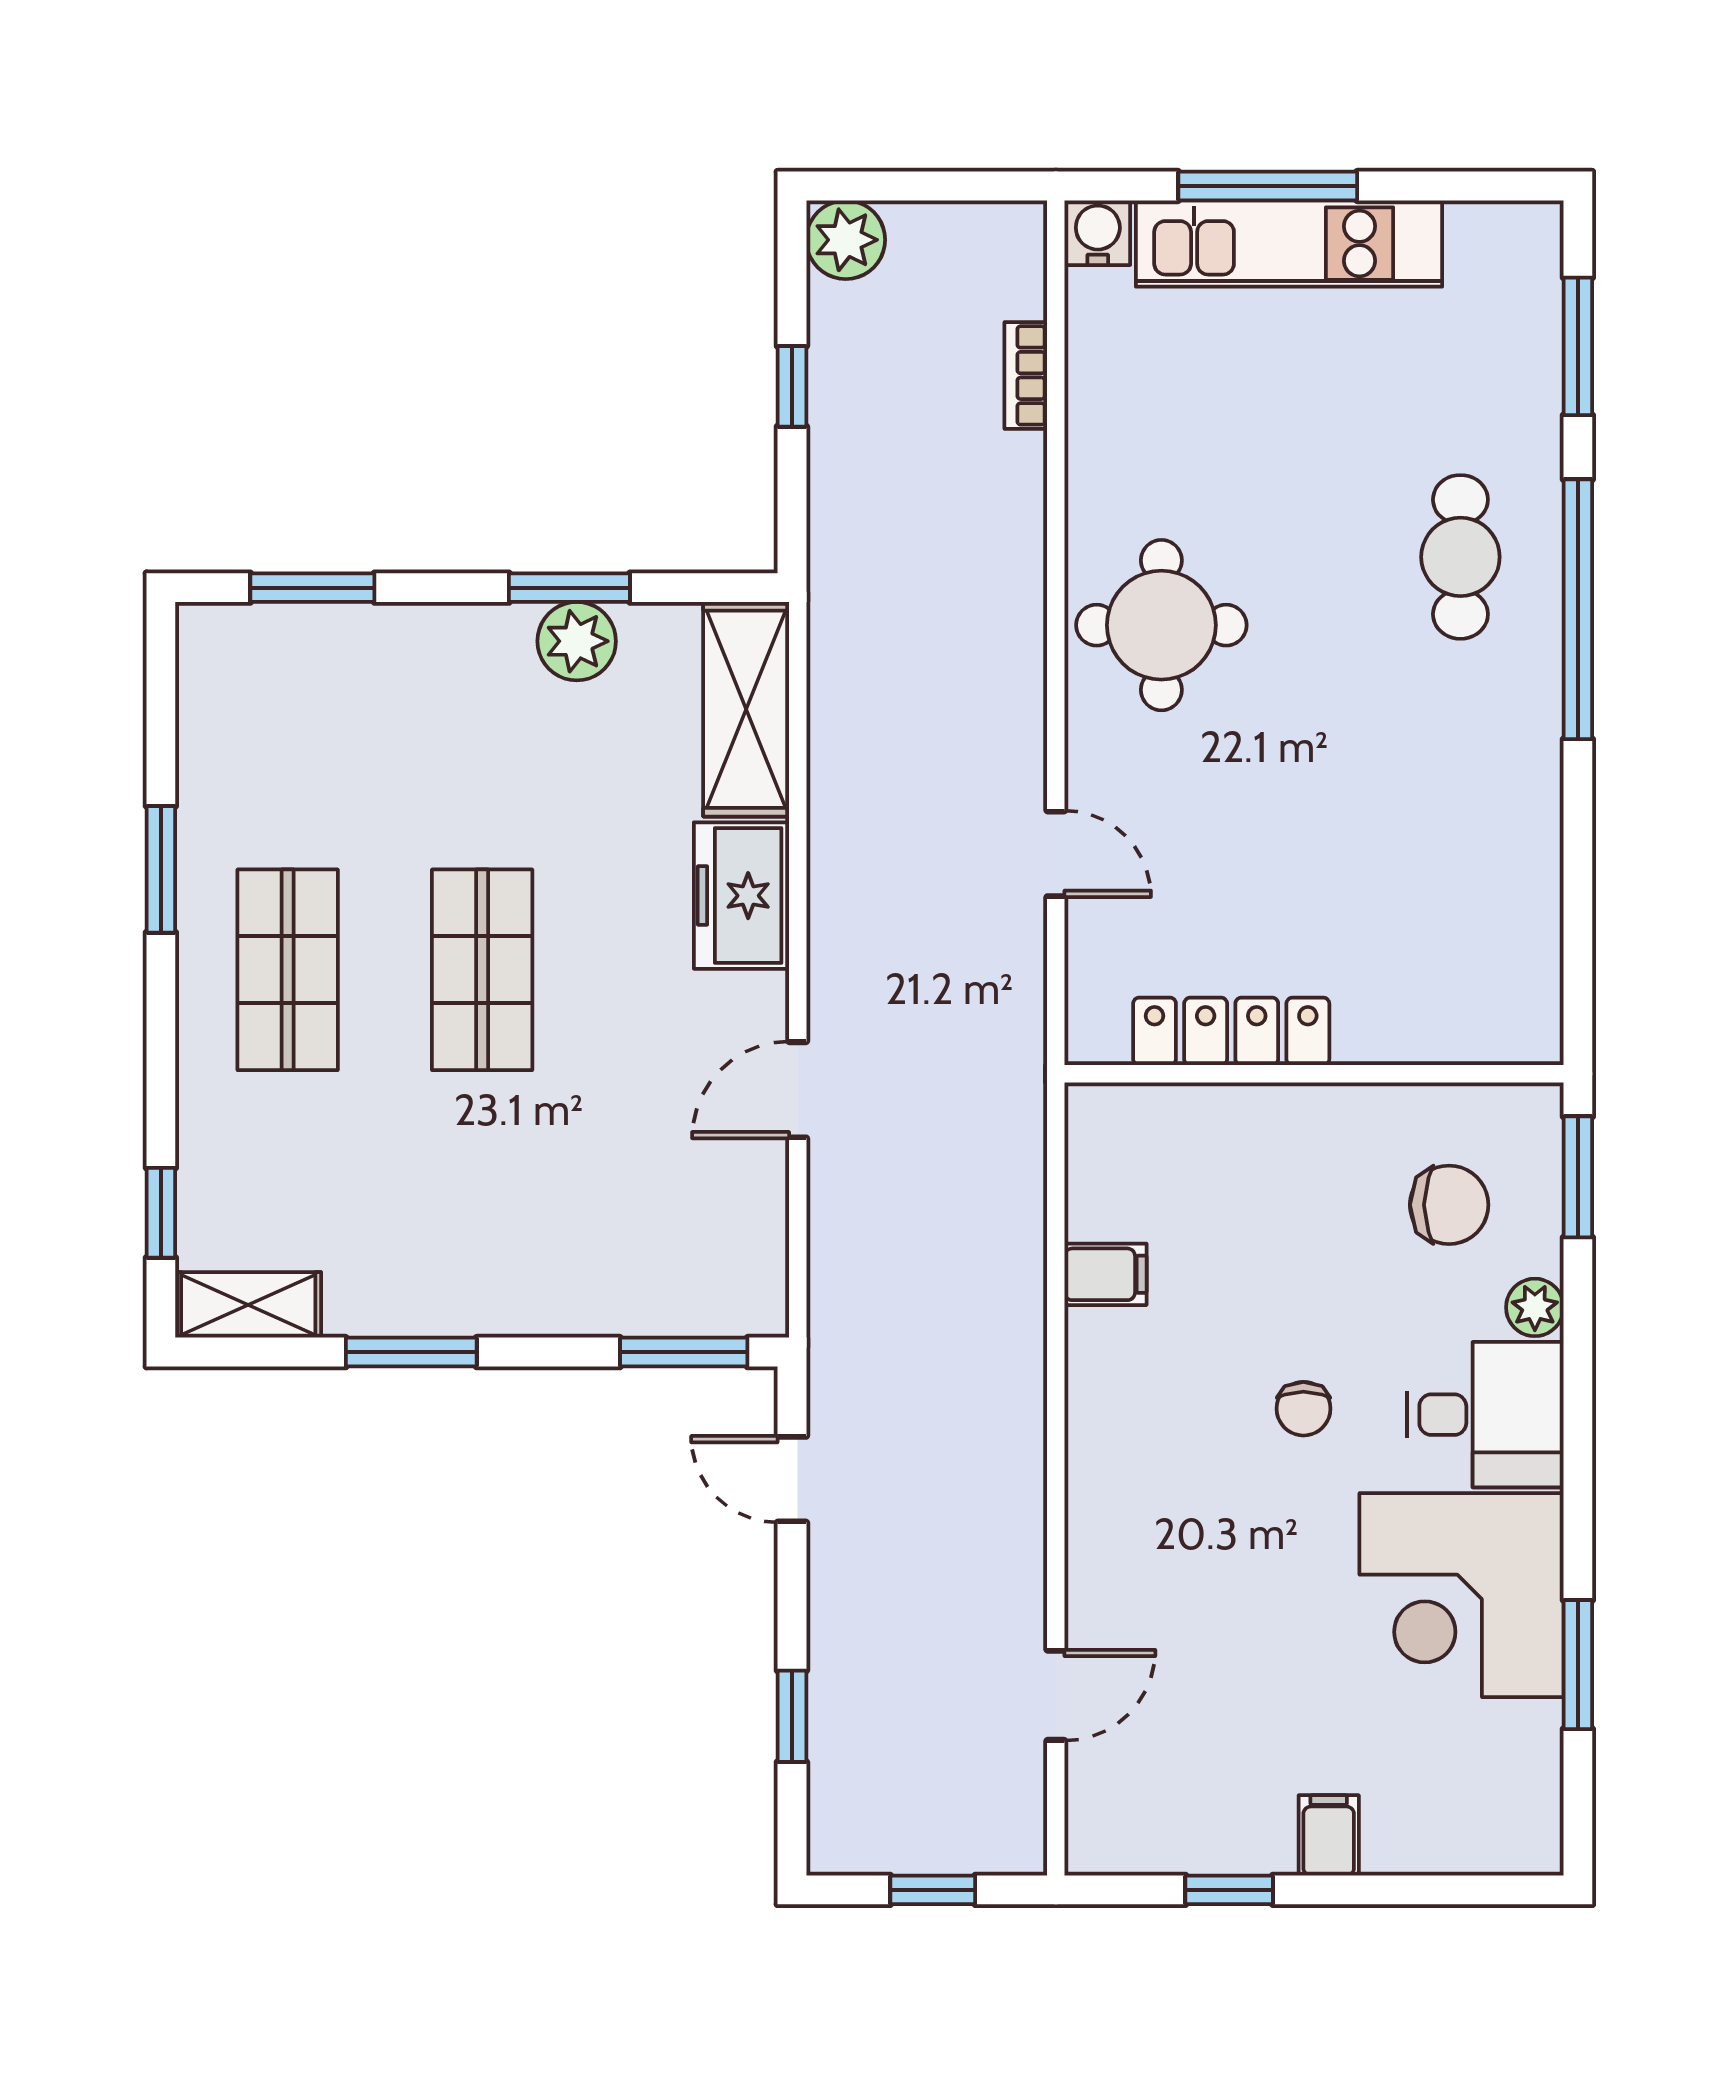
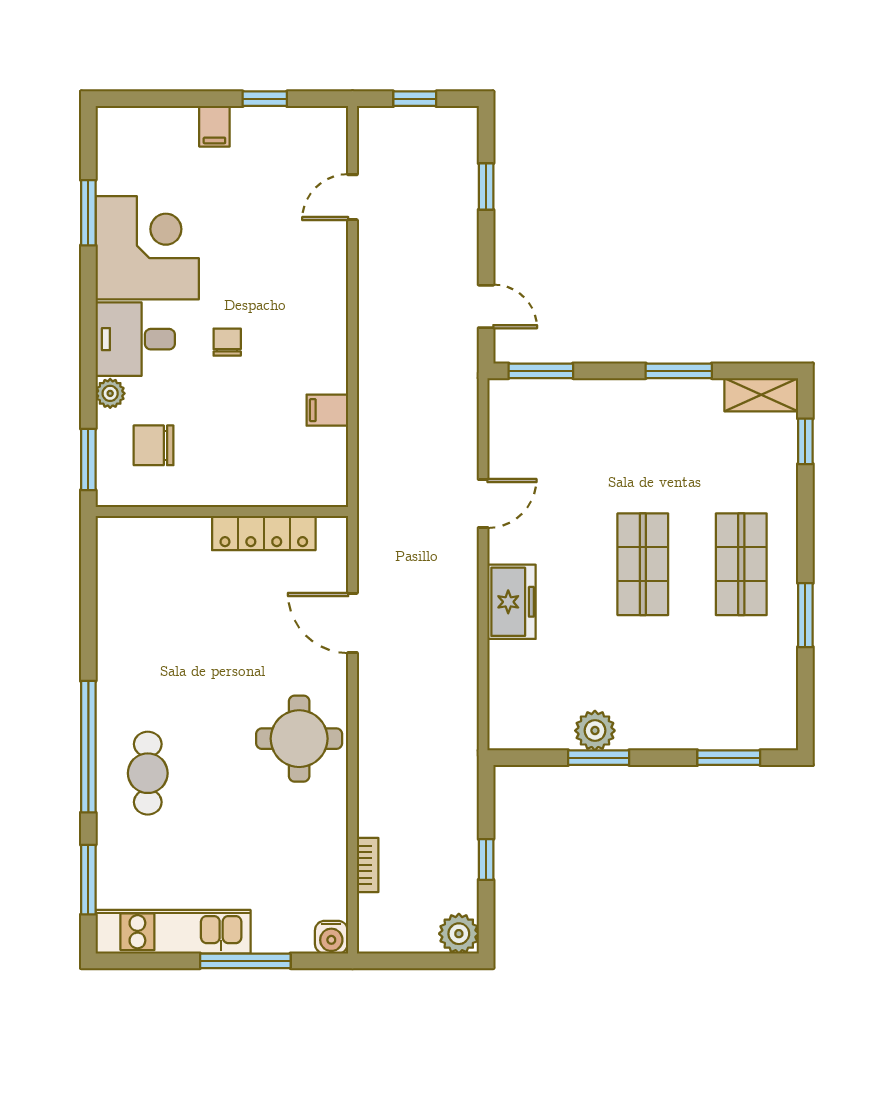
kitchen unit: (1289, 244) -> (173, 932), moved
shelving: (746, 709) -> (509, 696), removed
door: (1056, 854) -> (353, 623), width x1.38

